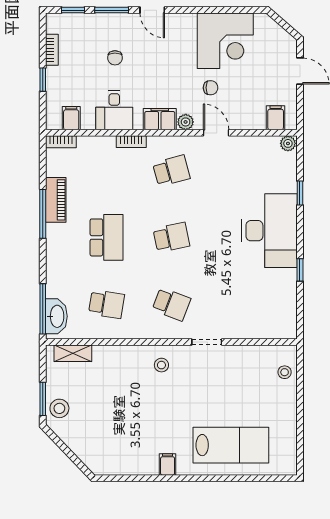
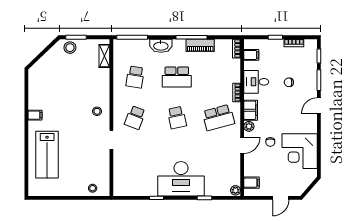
school desk: (171, 171) -> (218, 118), width x1.85
washbasin: (56, 316) -> (161, 46), moved

